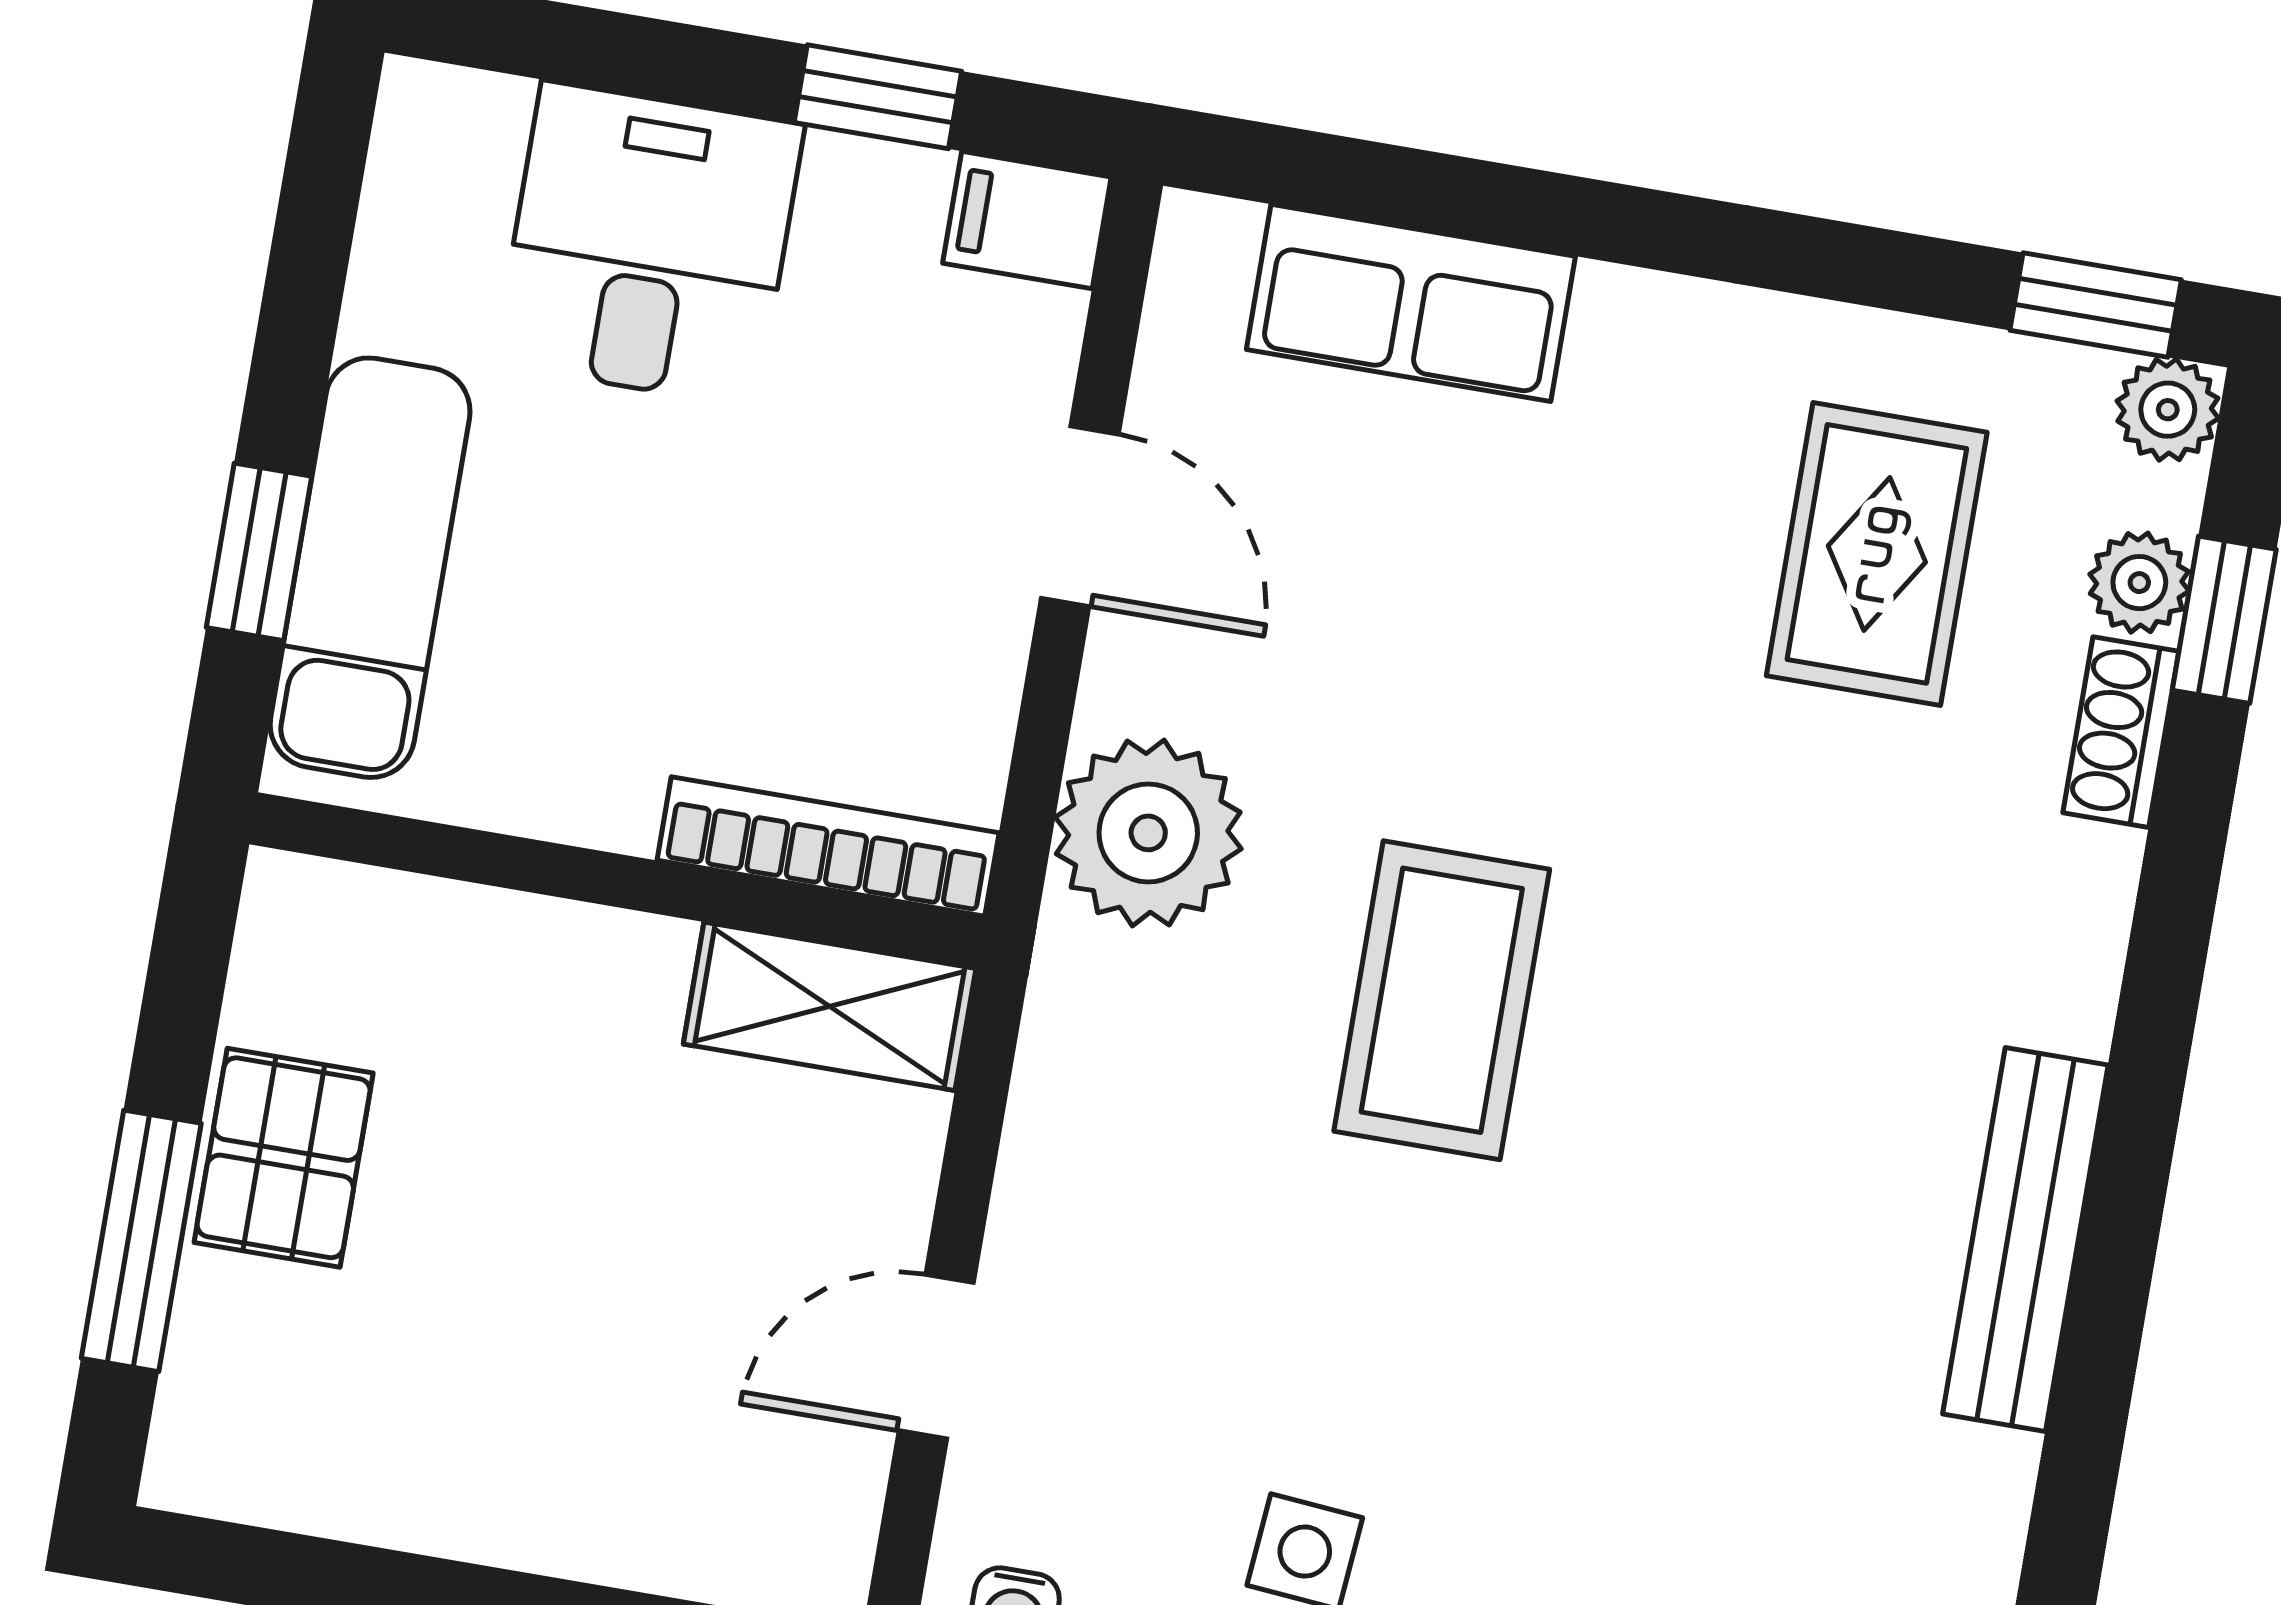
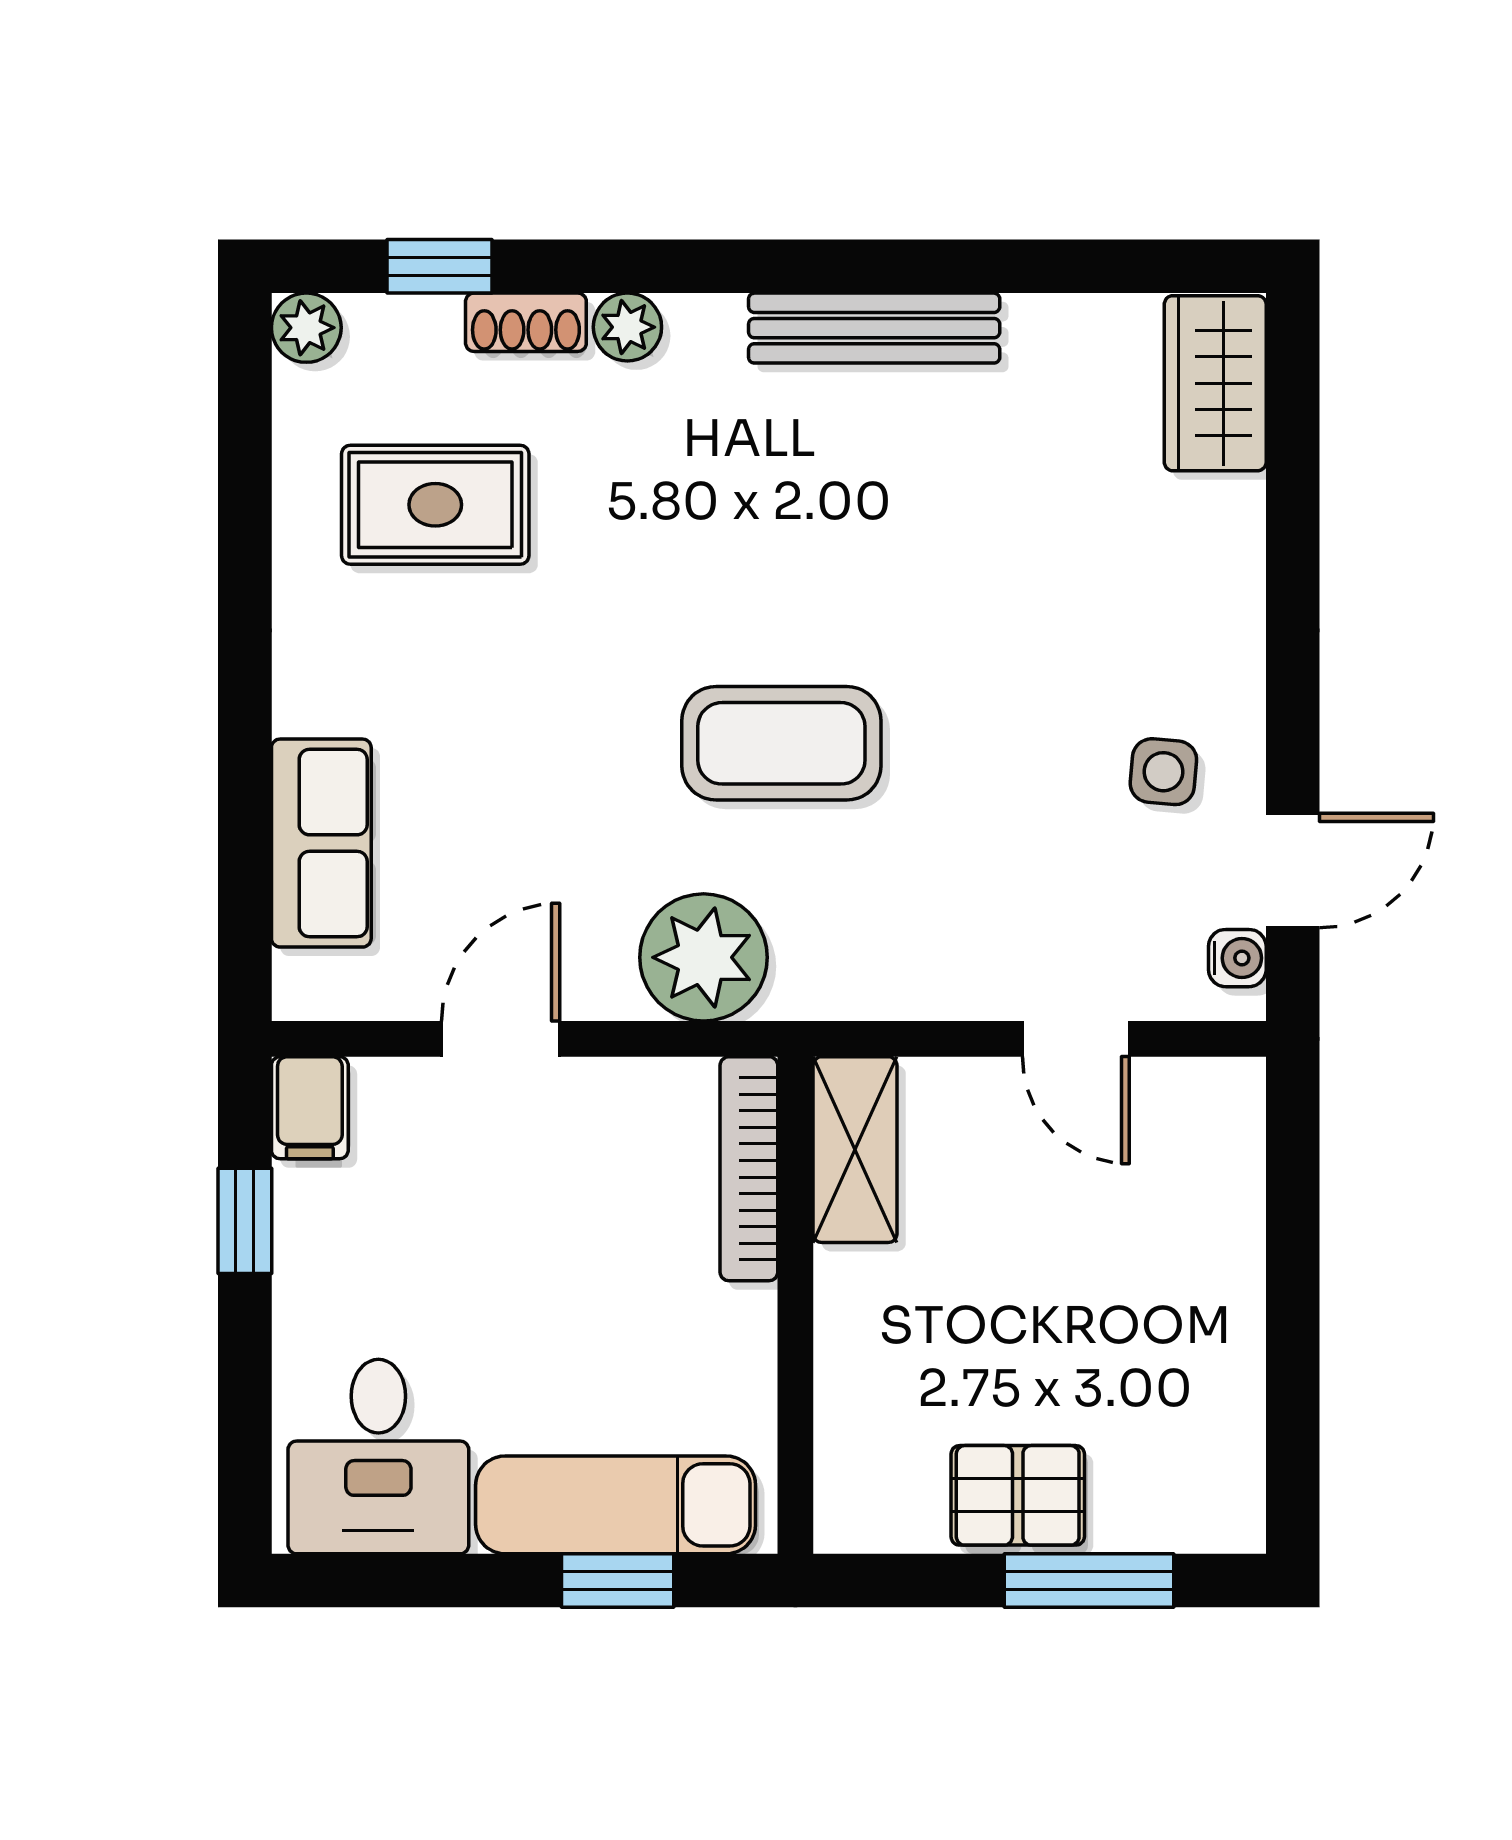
desk: (649, 244) -> (378, 1457), moved, turned -90
window: (2096, 305) -> (245, 388), removed
plant: (2139, 583) -> (627, 327), moved

